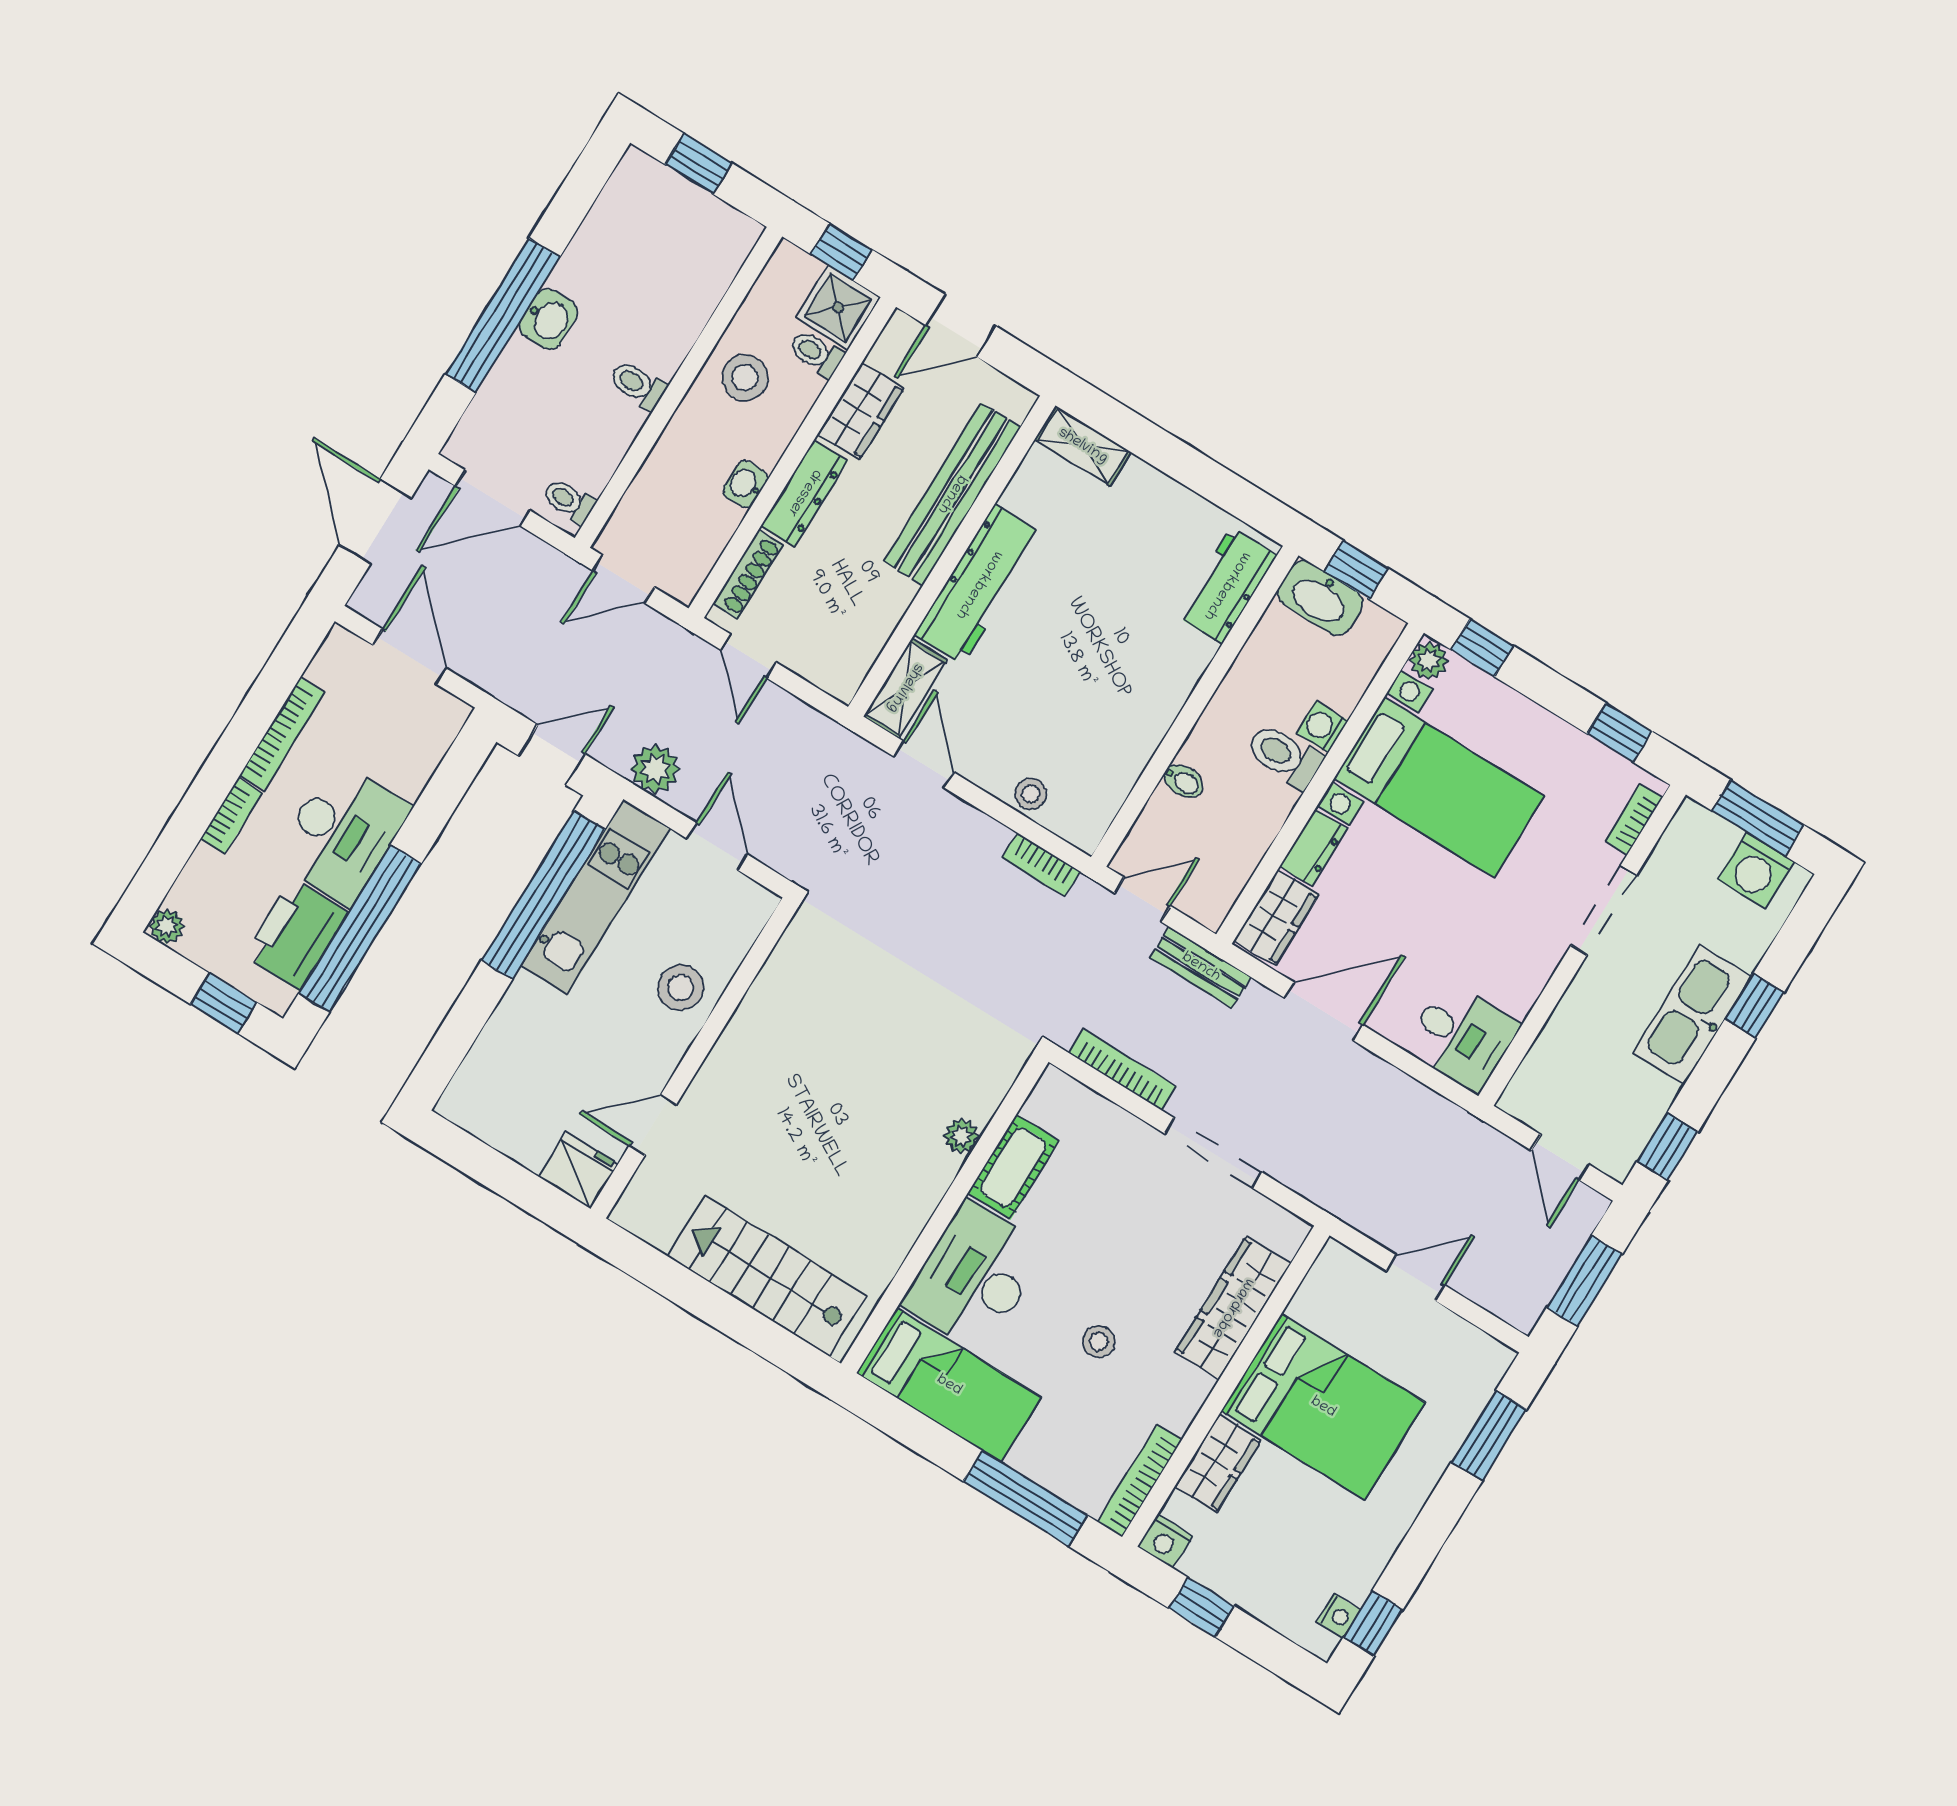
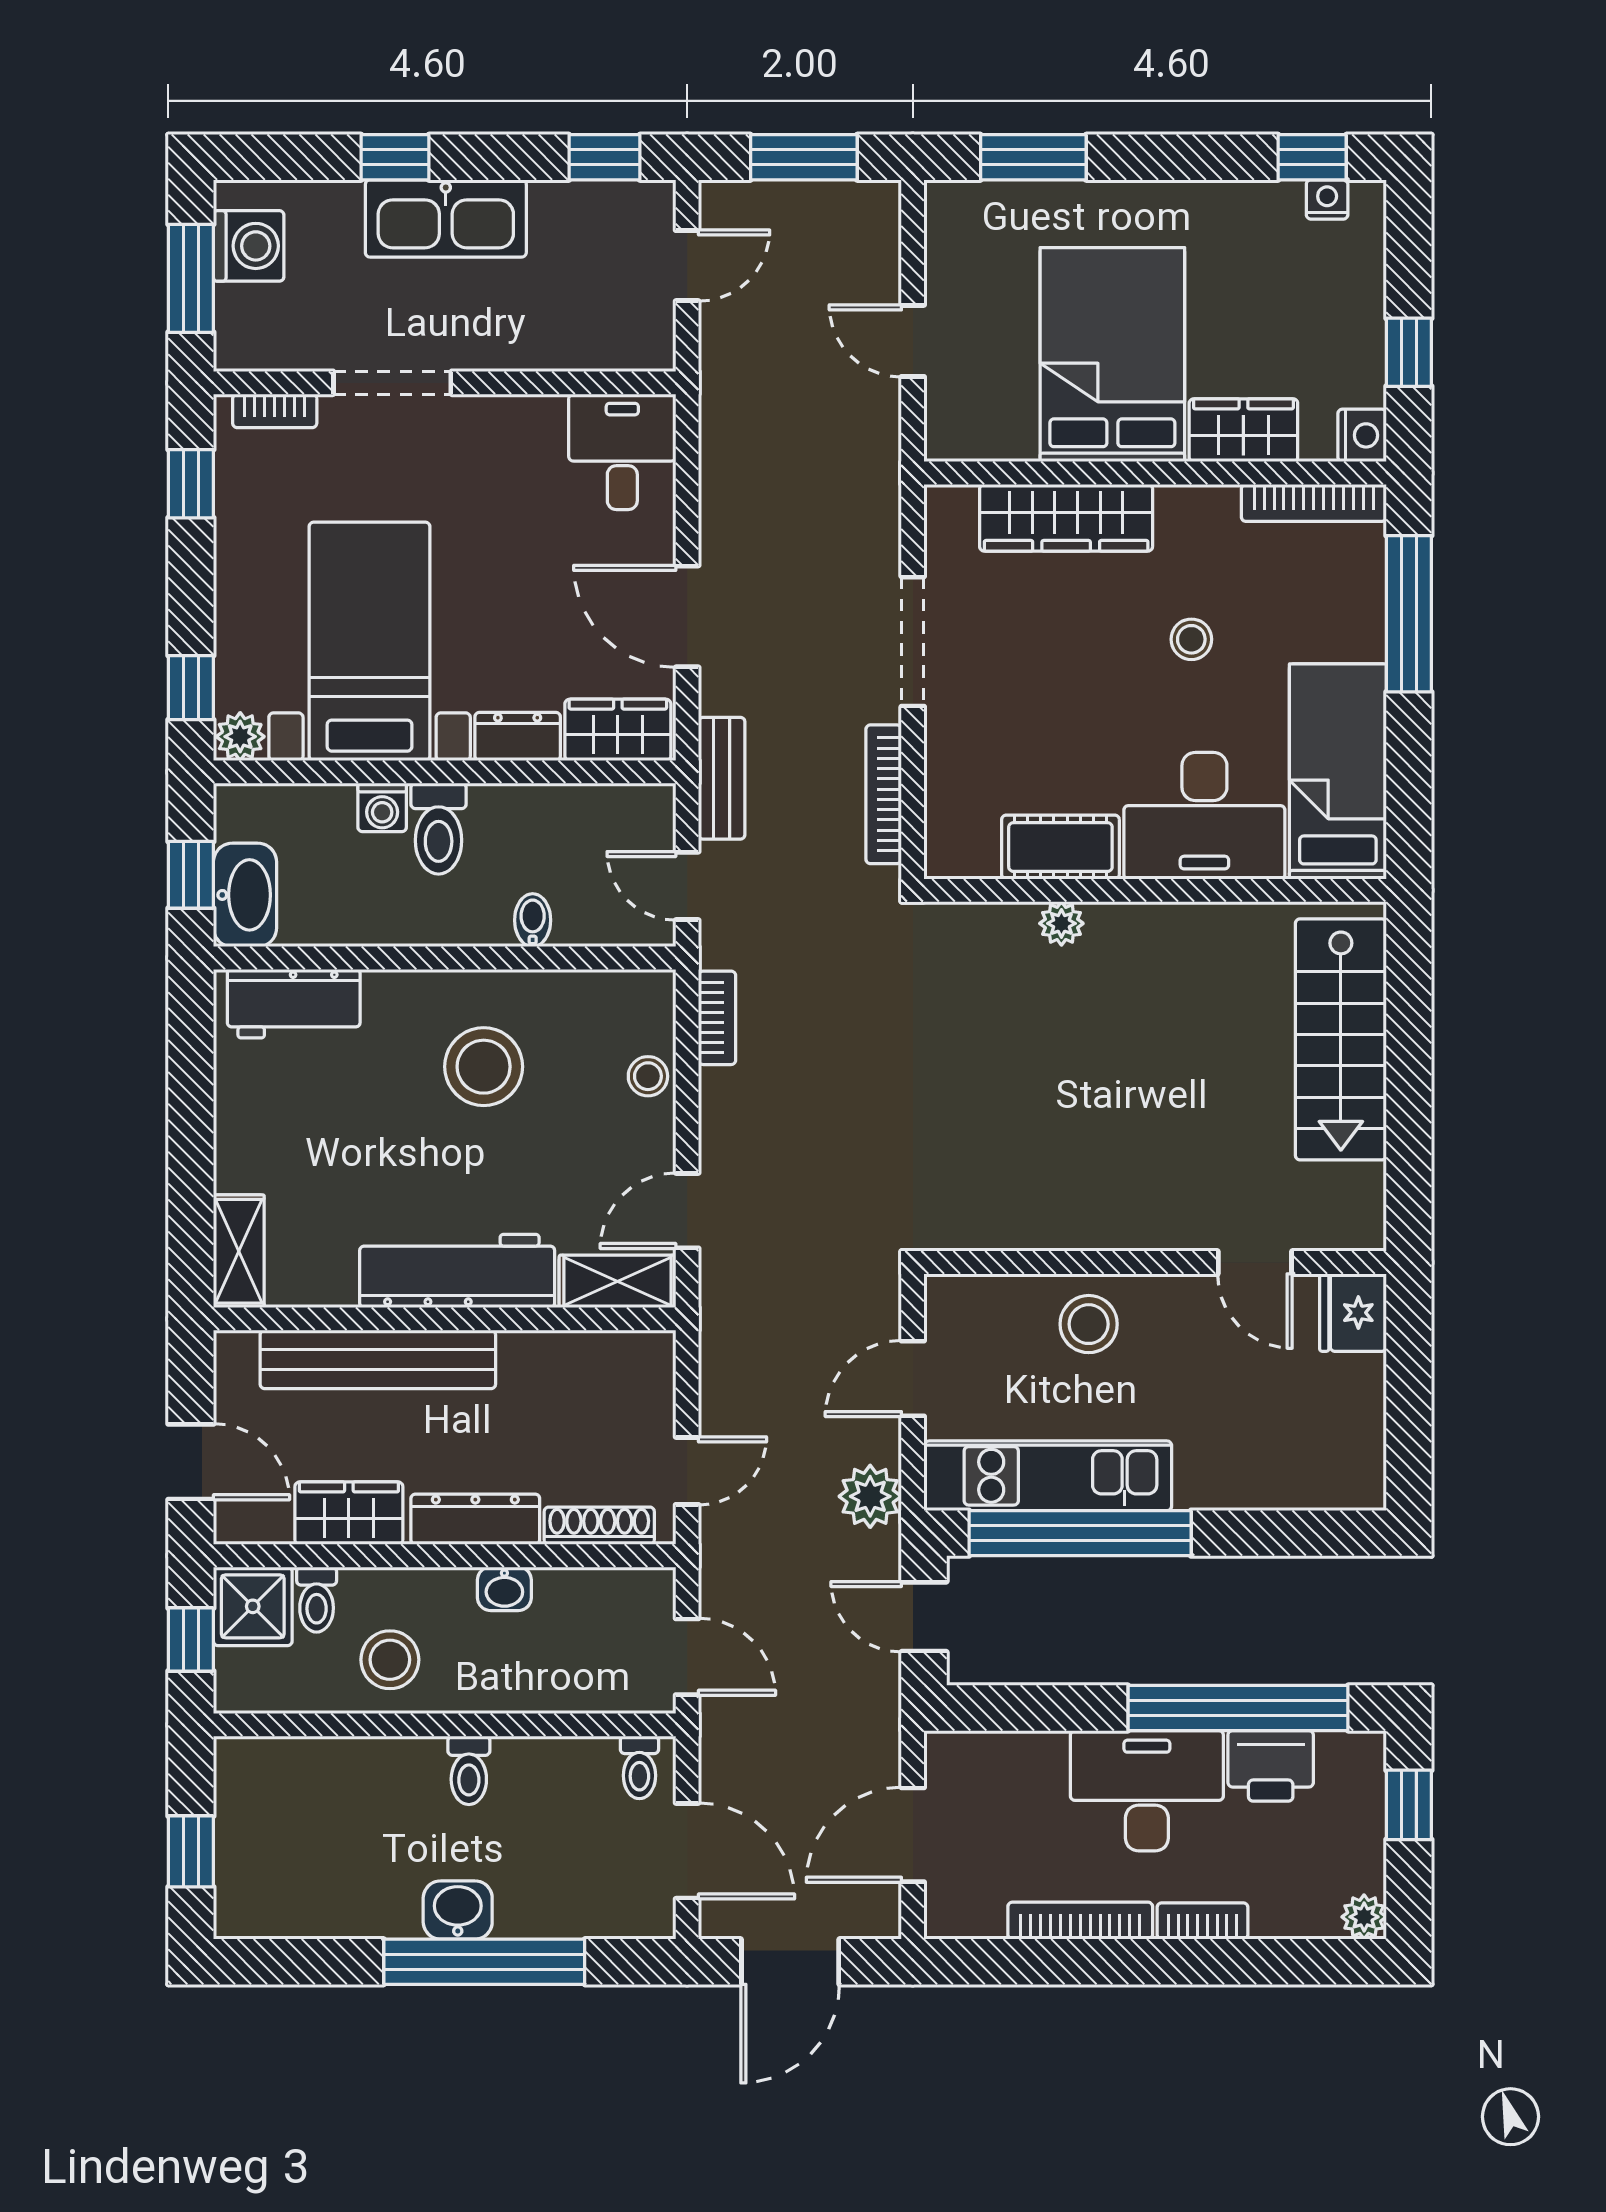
stool: (1105, 687) -> (484, 1067), added
printer: (296, 934) -> (1271, 1766), width x0.73, depth x0.84

